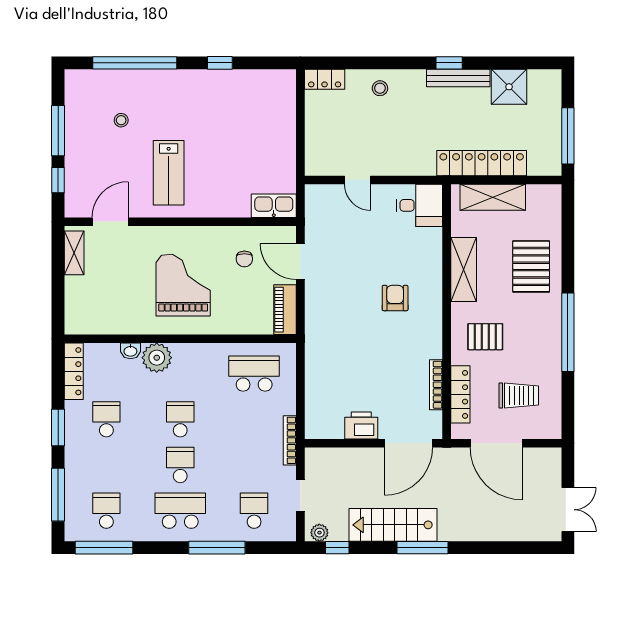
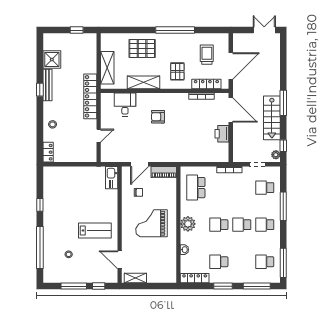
window: (568, 136) -> (77, 30), width x0.46
locker: (482, 163) -> (90, 96), moved
desk: (419, 205) -> (125, 105), moved
plant: (157, 358) -> (188, 224), moved
school desk: (180, 511) -> (265, 225), width x0.54

